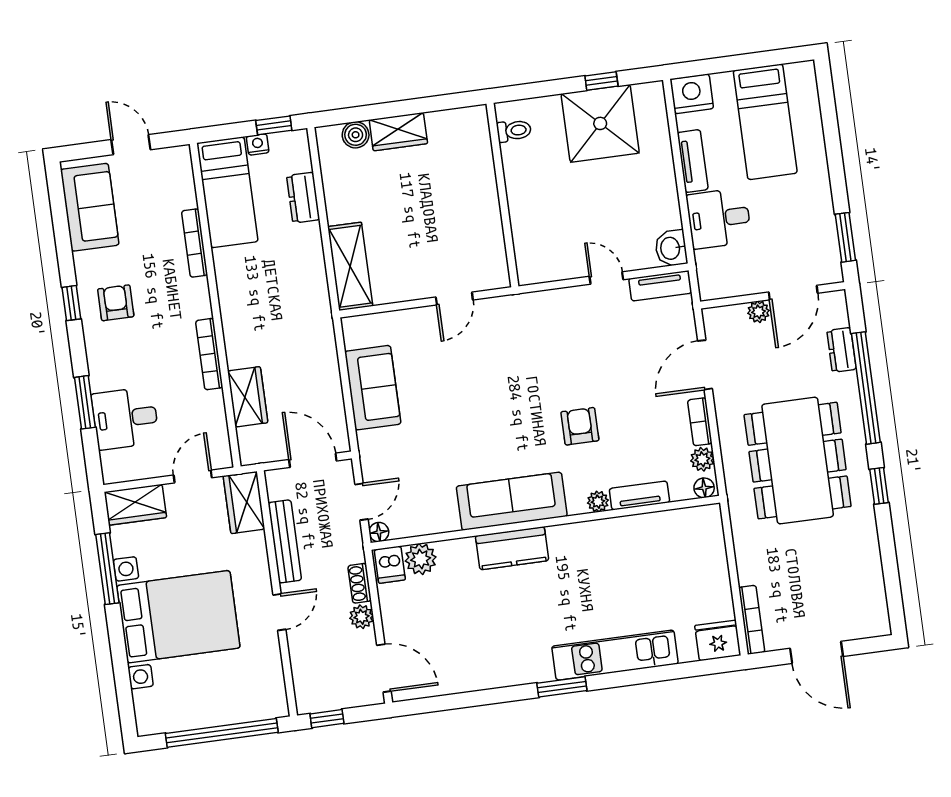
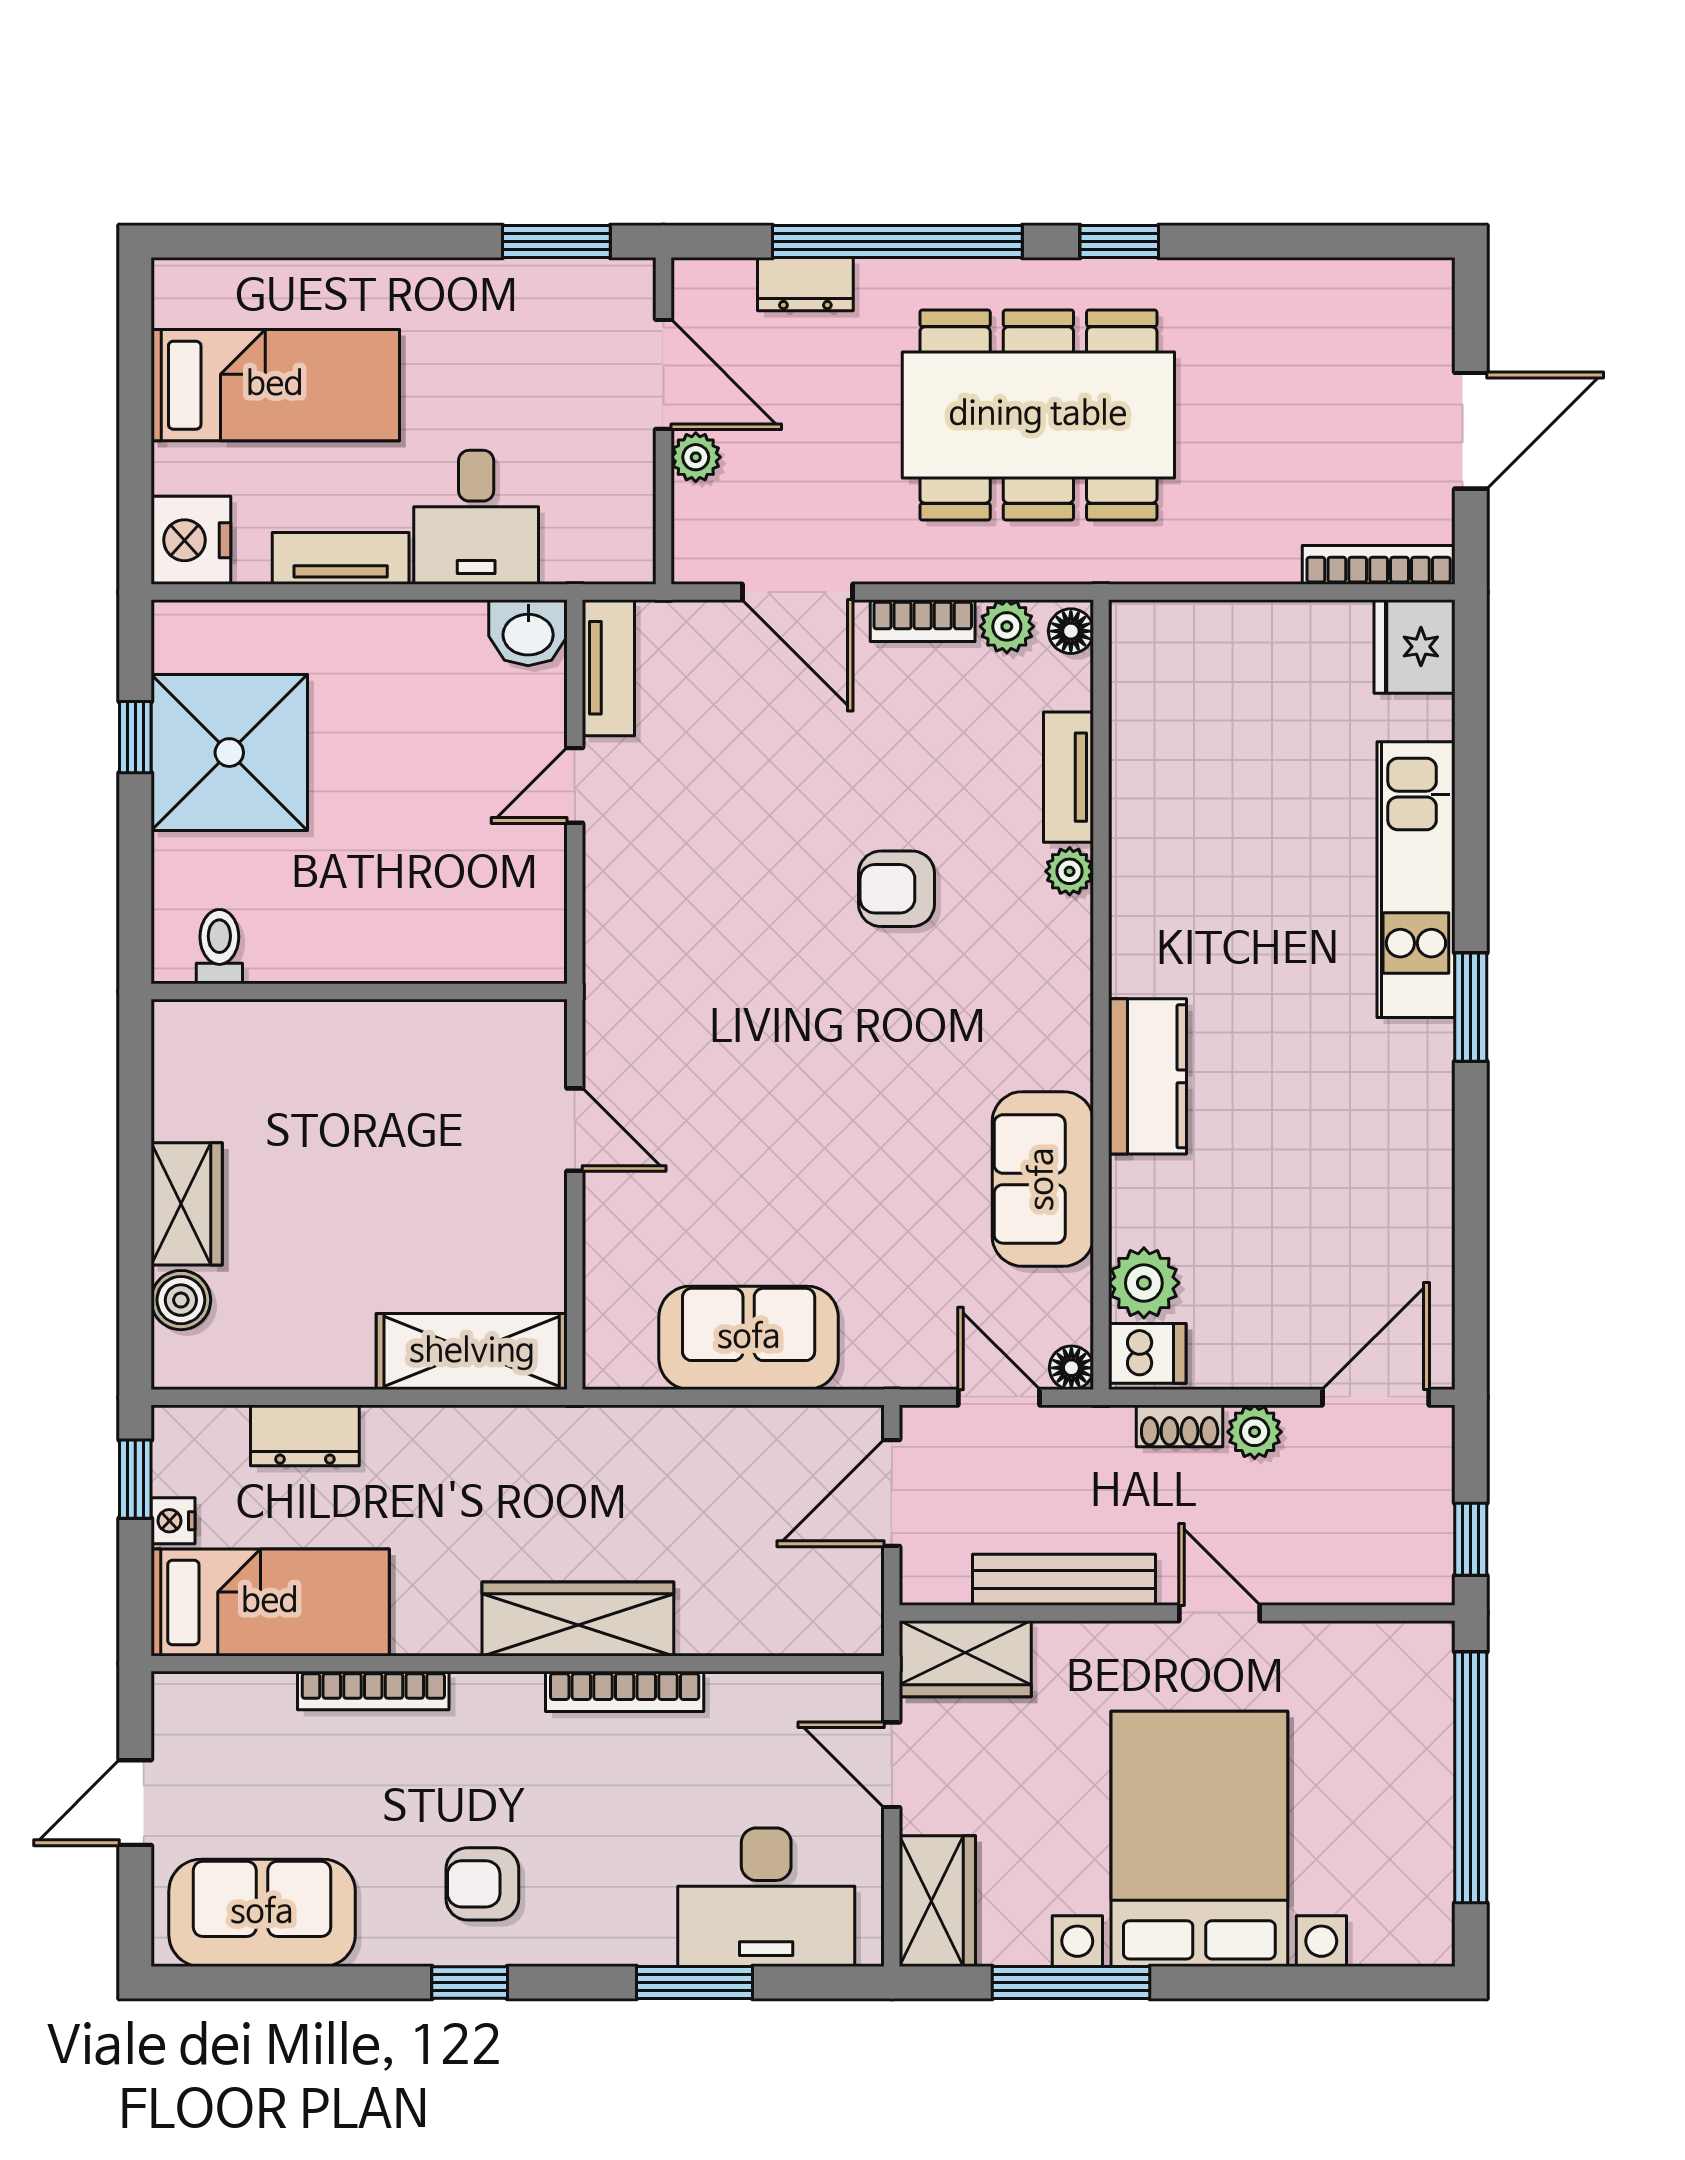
wardrobe: (248, 397) -> (578, 1619), moved, width x1.50
desk: (125, 418) -> (766, 1897), width x1.37
sofa: (512, 501) -> (1043, 1179), moved, width x0.73

